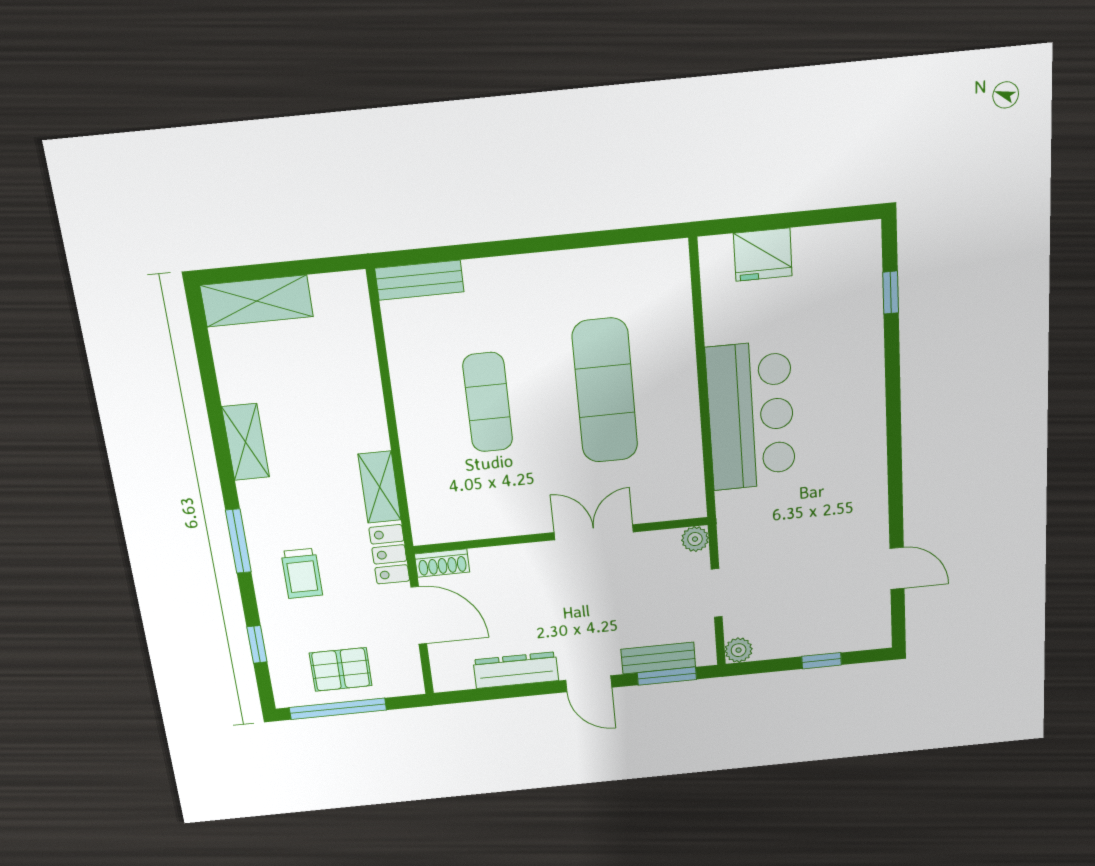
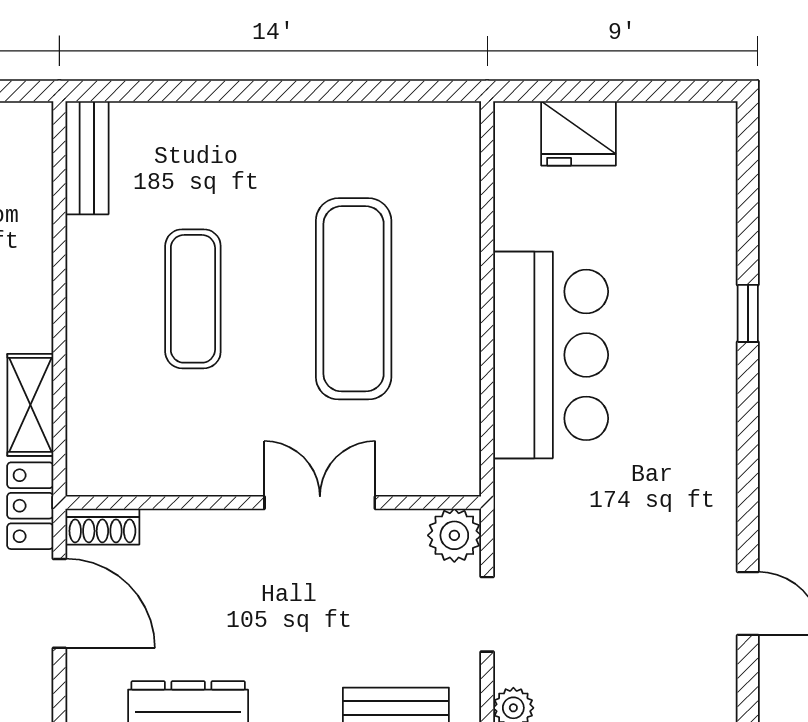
bench: (420, 280) -> (87, 158), moved, turned 90
window: (891, 293) -> (748, 313), moved
plant: (695, 539) -> (454, 535), width x1.38, depth x1.38

